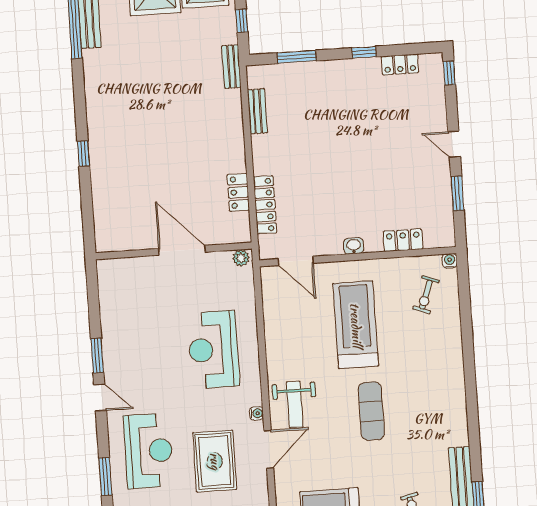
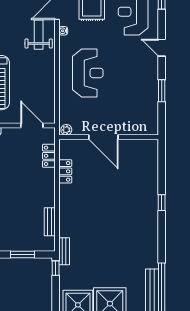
window: (242, 21) -> (56, 268), moved
locker: (265, 205) -> (49, 156), width x0.66
window: (97, 356) -> (162, 91), moved

